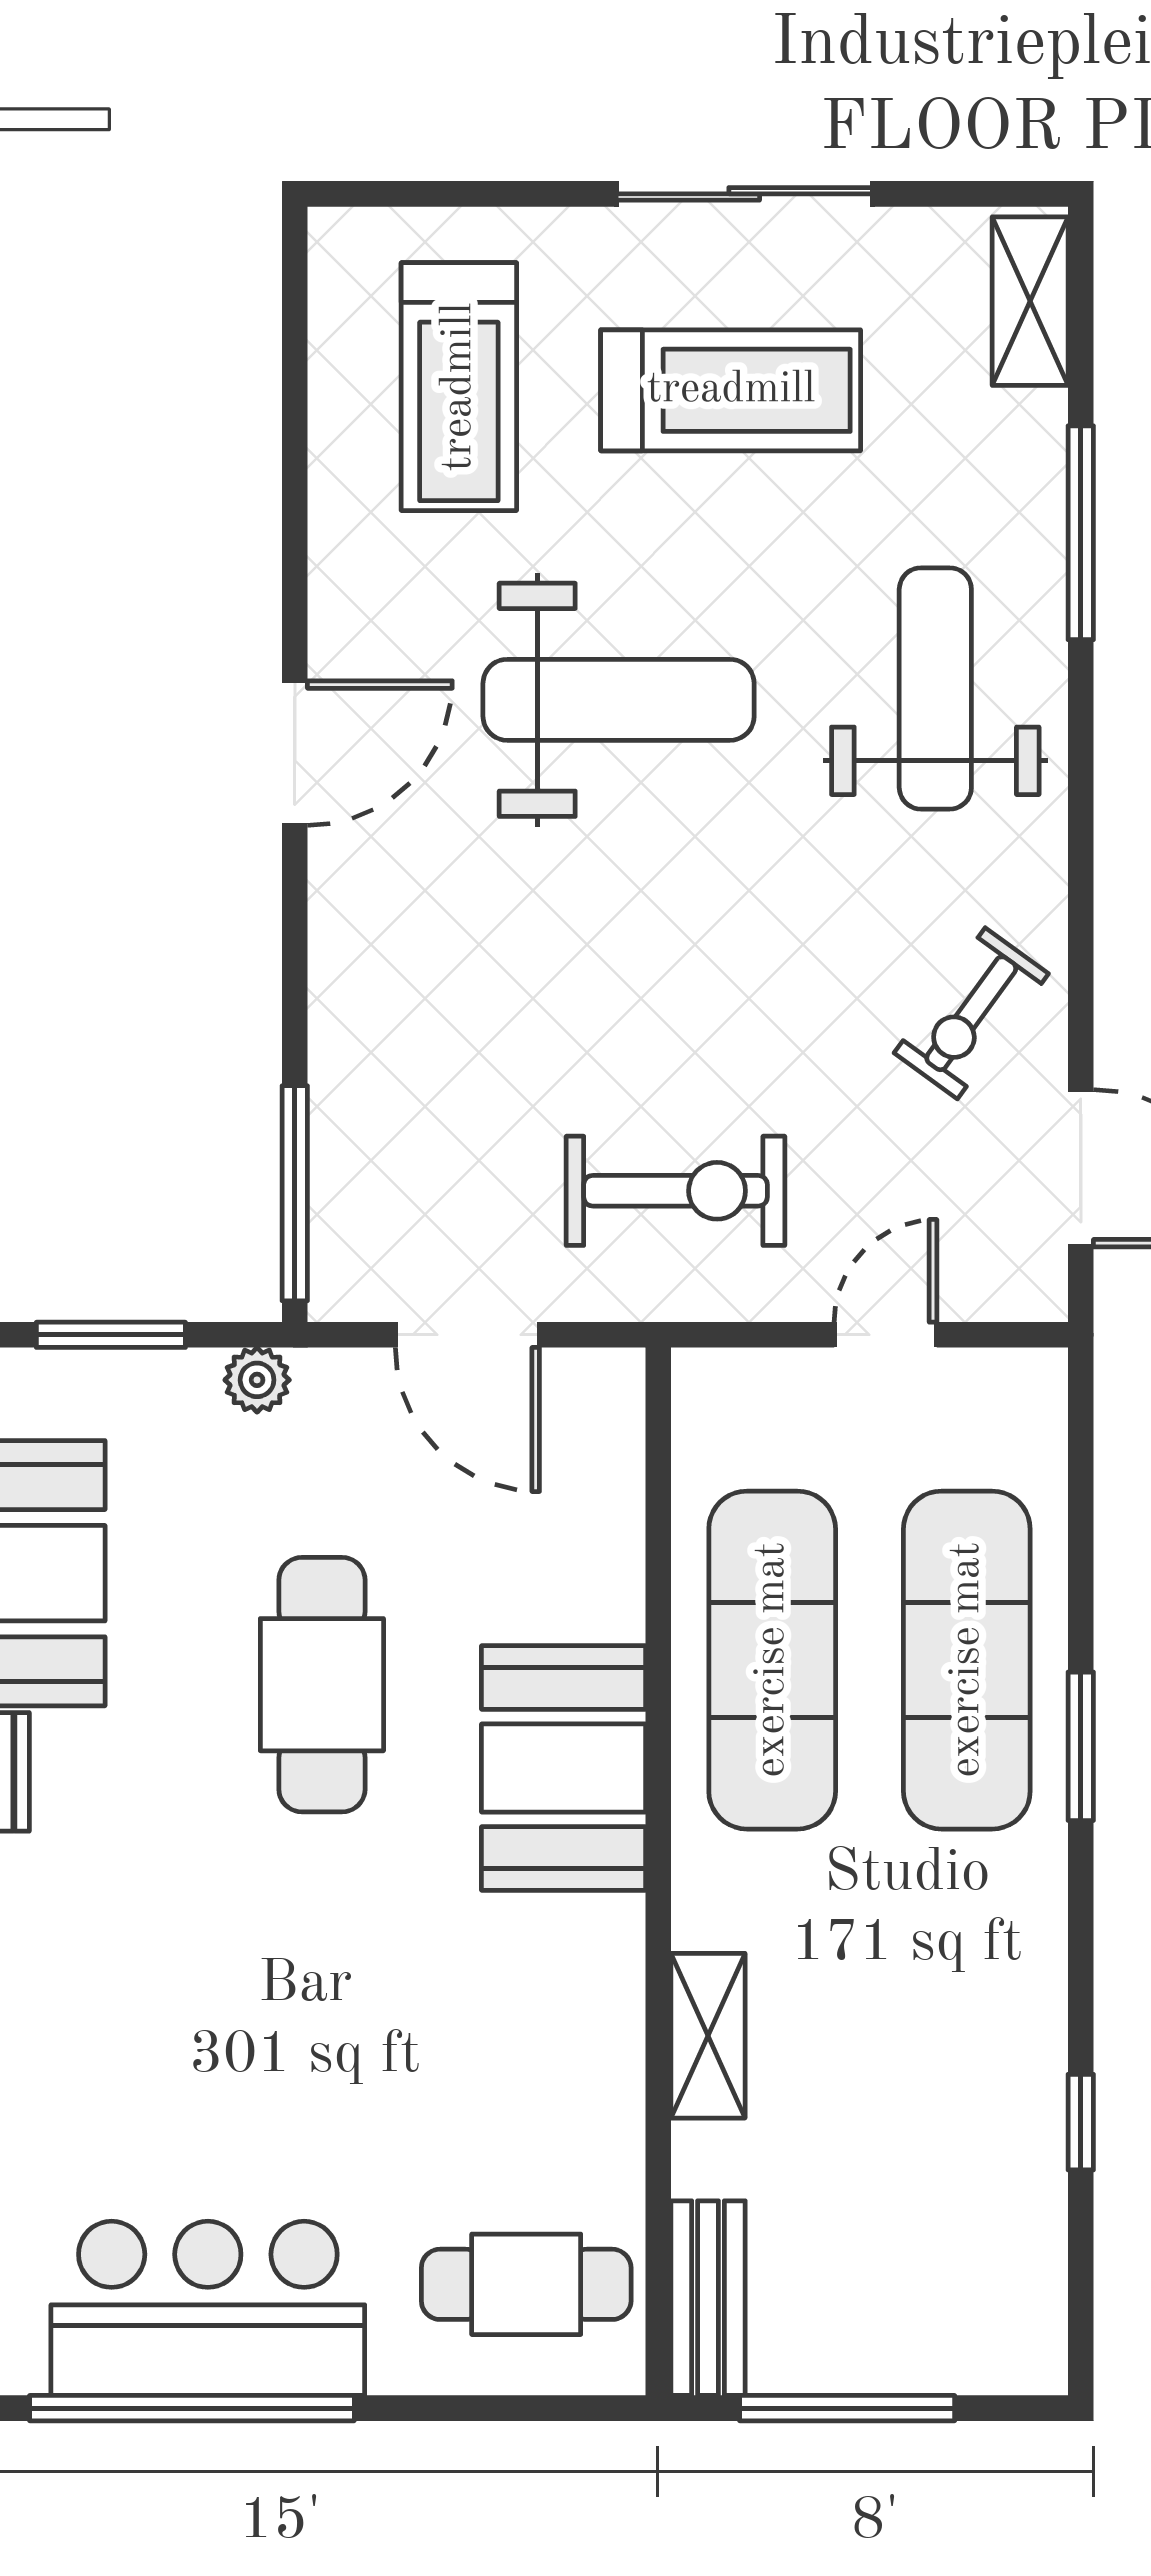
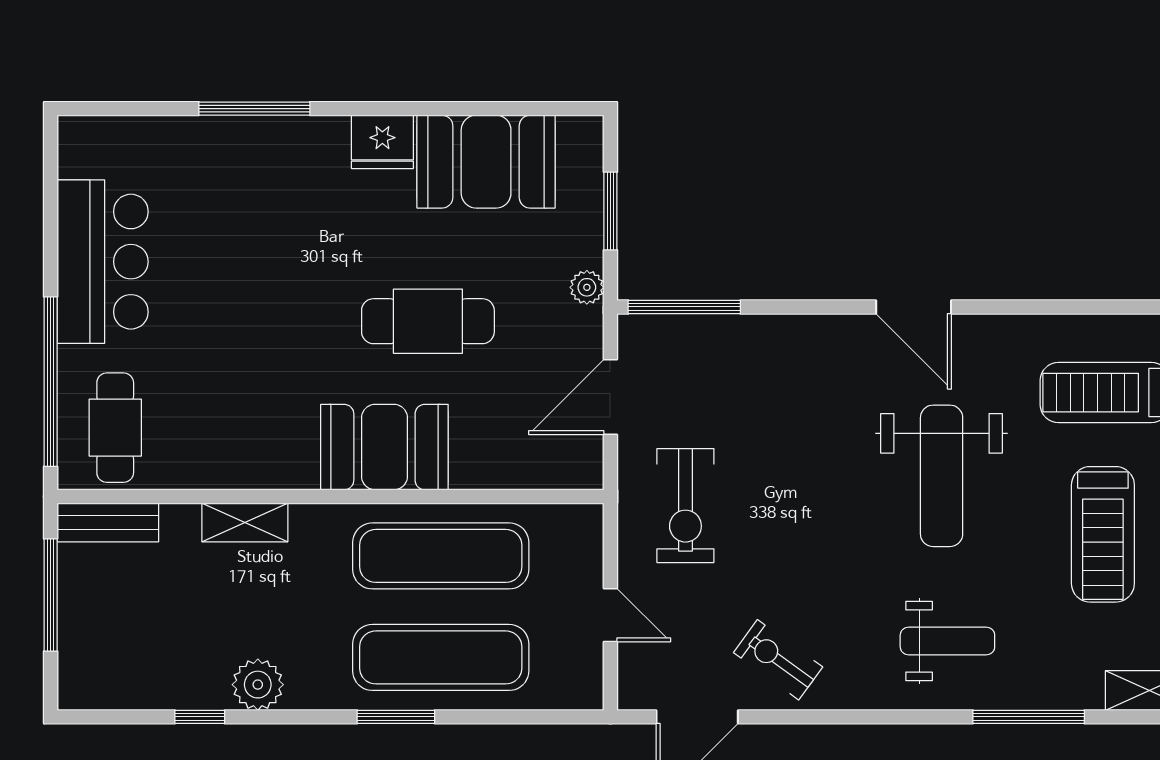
weight bench: (935, 688) -> (947, 641), width x0.73, depth x0.75
plant: (1019, 2011) -> (258, 685), added
window: (192, 2408) -> (51, 382), moved

